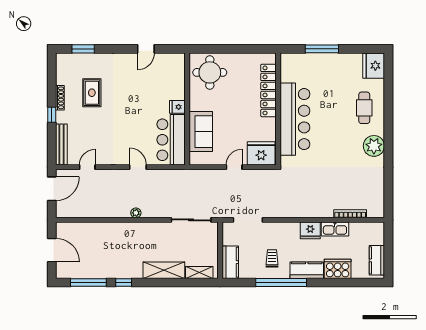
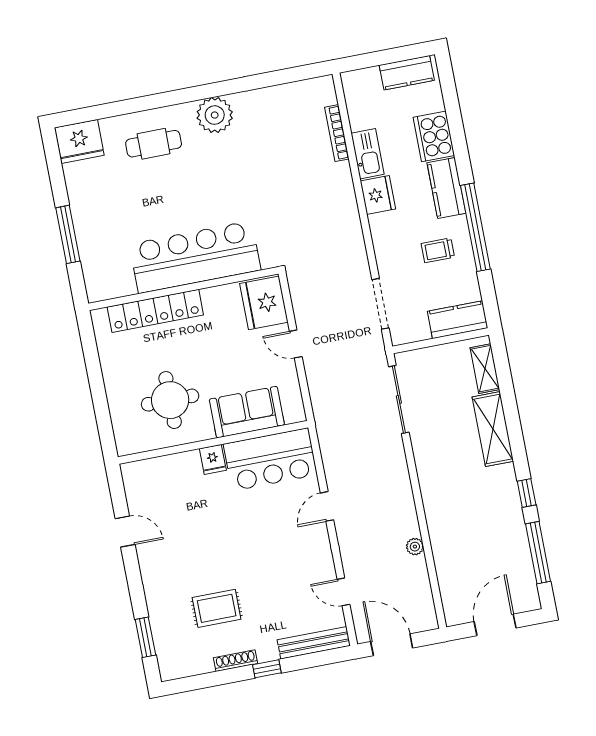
round table: (210, 72) -> (170, 400), moved
plant: (136, 213) -> (415, 547), moved

